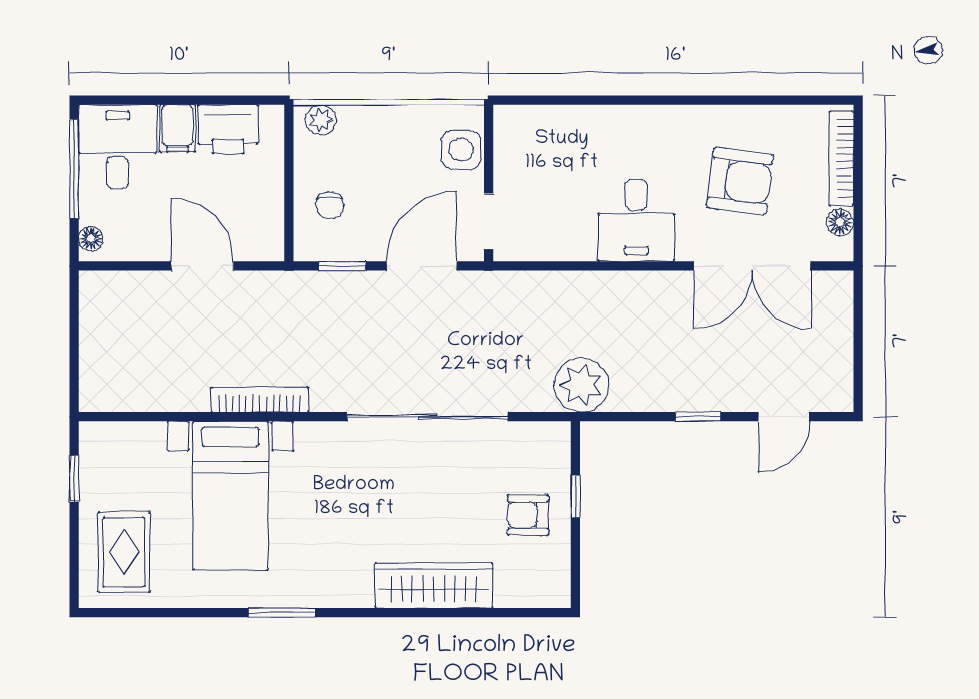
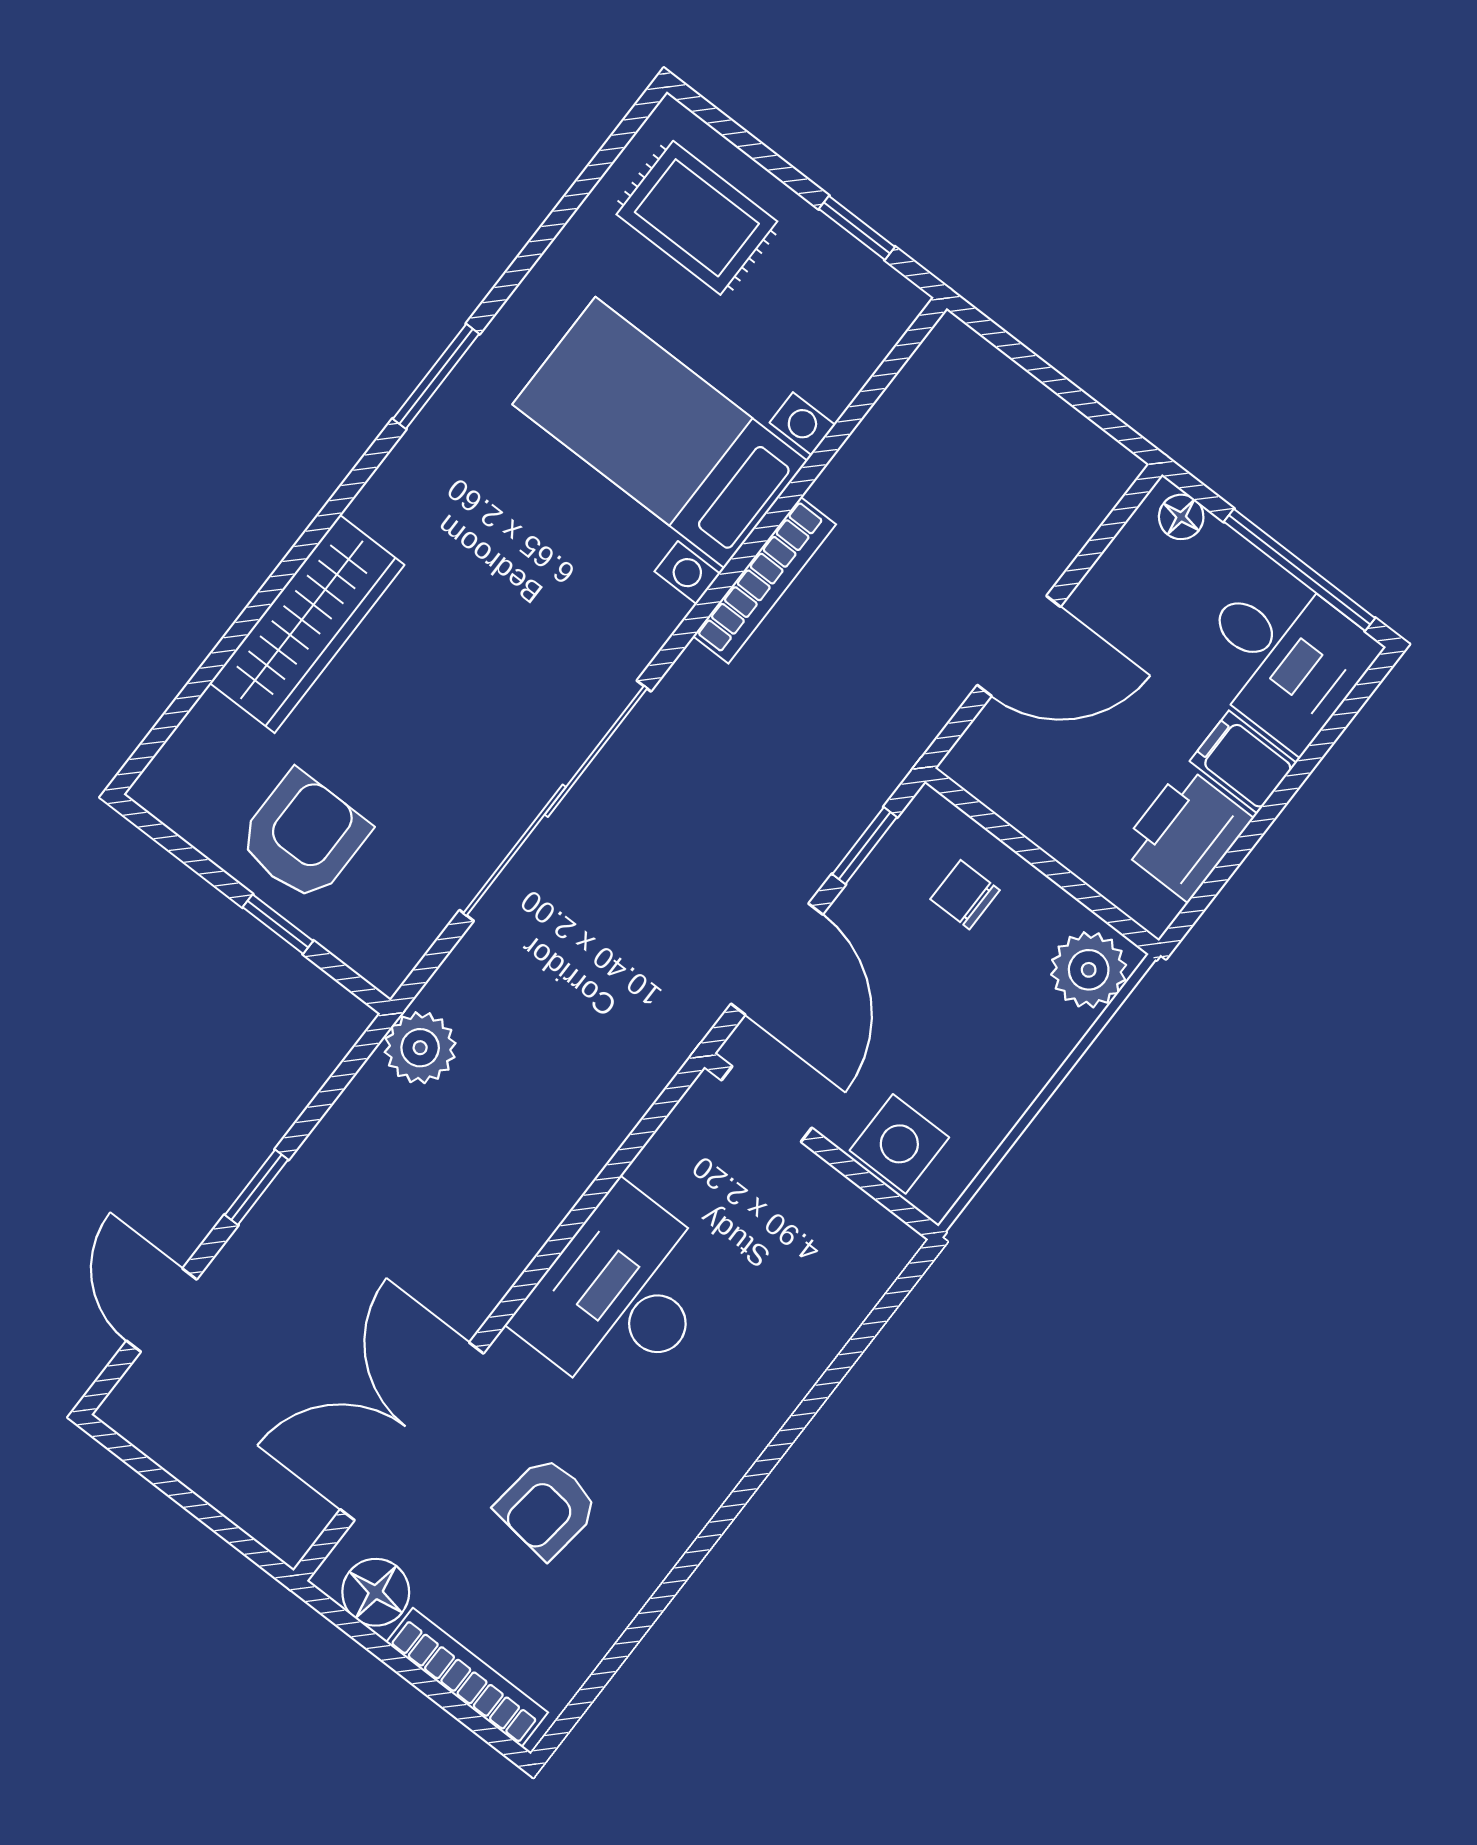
plant: (321, 120) -> (1089, 970), width x1.38, depth x1.38
armchair: (740, 181) -> (547, 1507), width x0.72, depth x0.72
desk: (636, 220) -> (621, 1296), width x1.37
floor lamp: (840, 222) -> (376, 1592), width x1.37, depth x1.37
plant: (581, 385) -> (420, 1048), width x0.73, depth x0.73
armchair: (528, 515) -> (304, 836), width x1.38, depth x1.38

